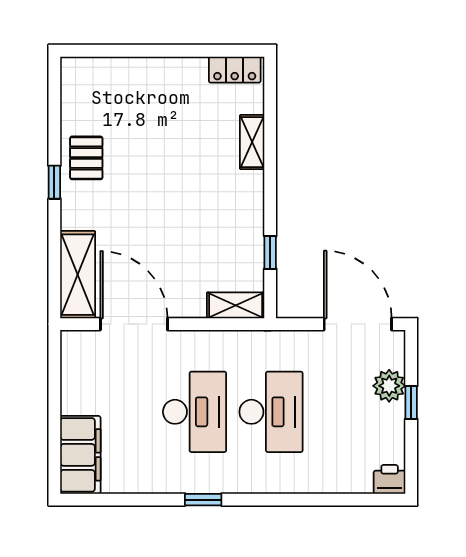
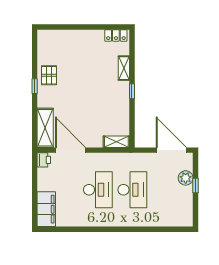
window: (270, 252) -> (132, 91), moved
printer: (390, 479) -> (44, 160), moved, turned 90
window: (203, 500) -> (102, 229), removed

